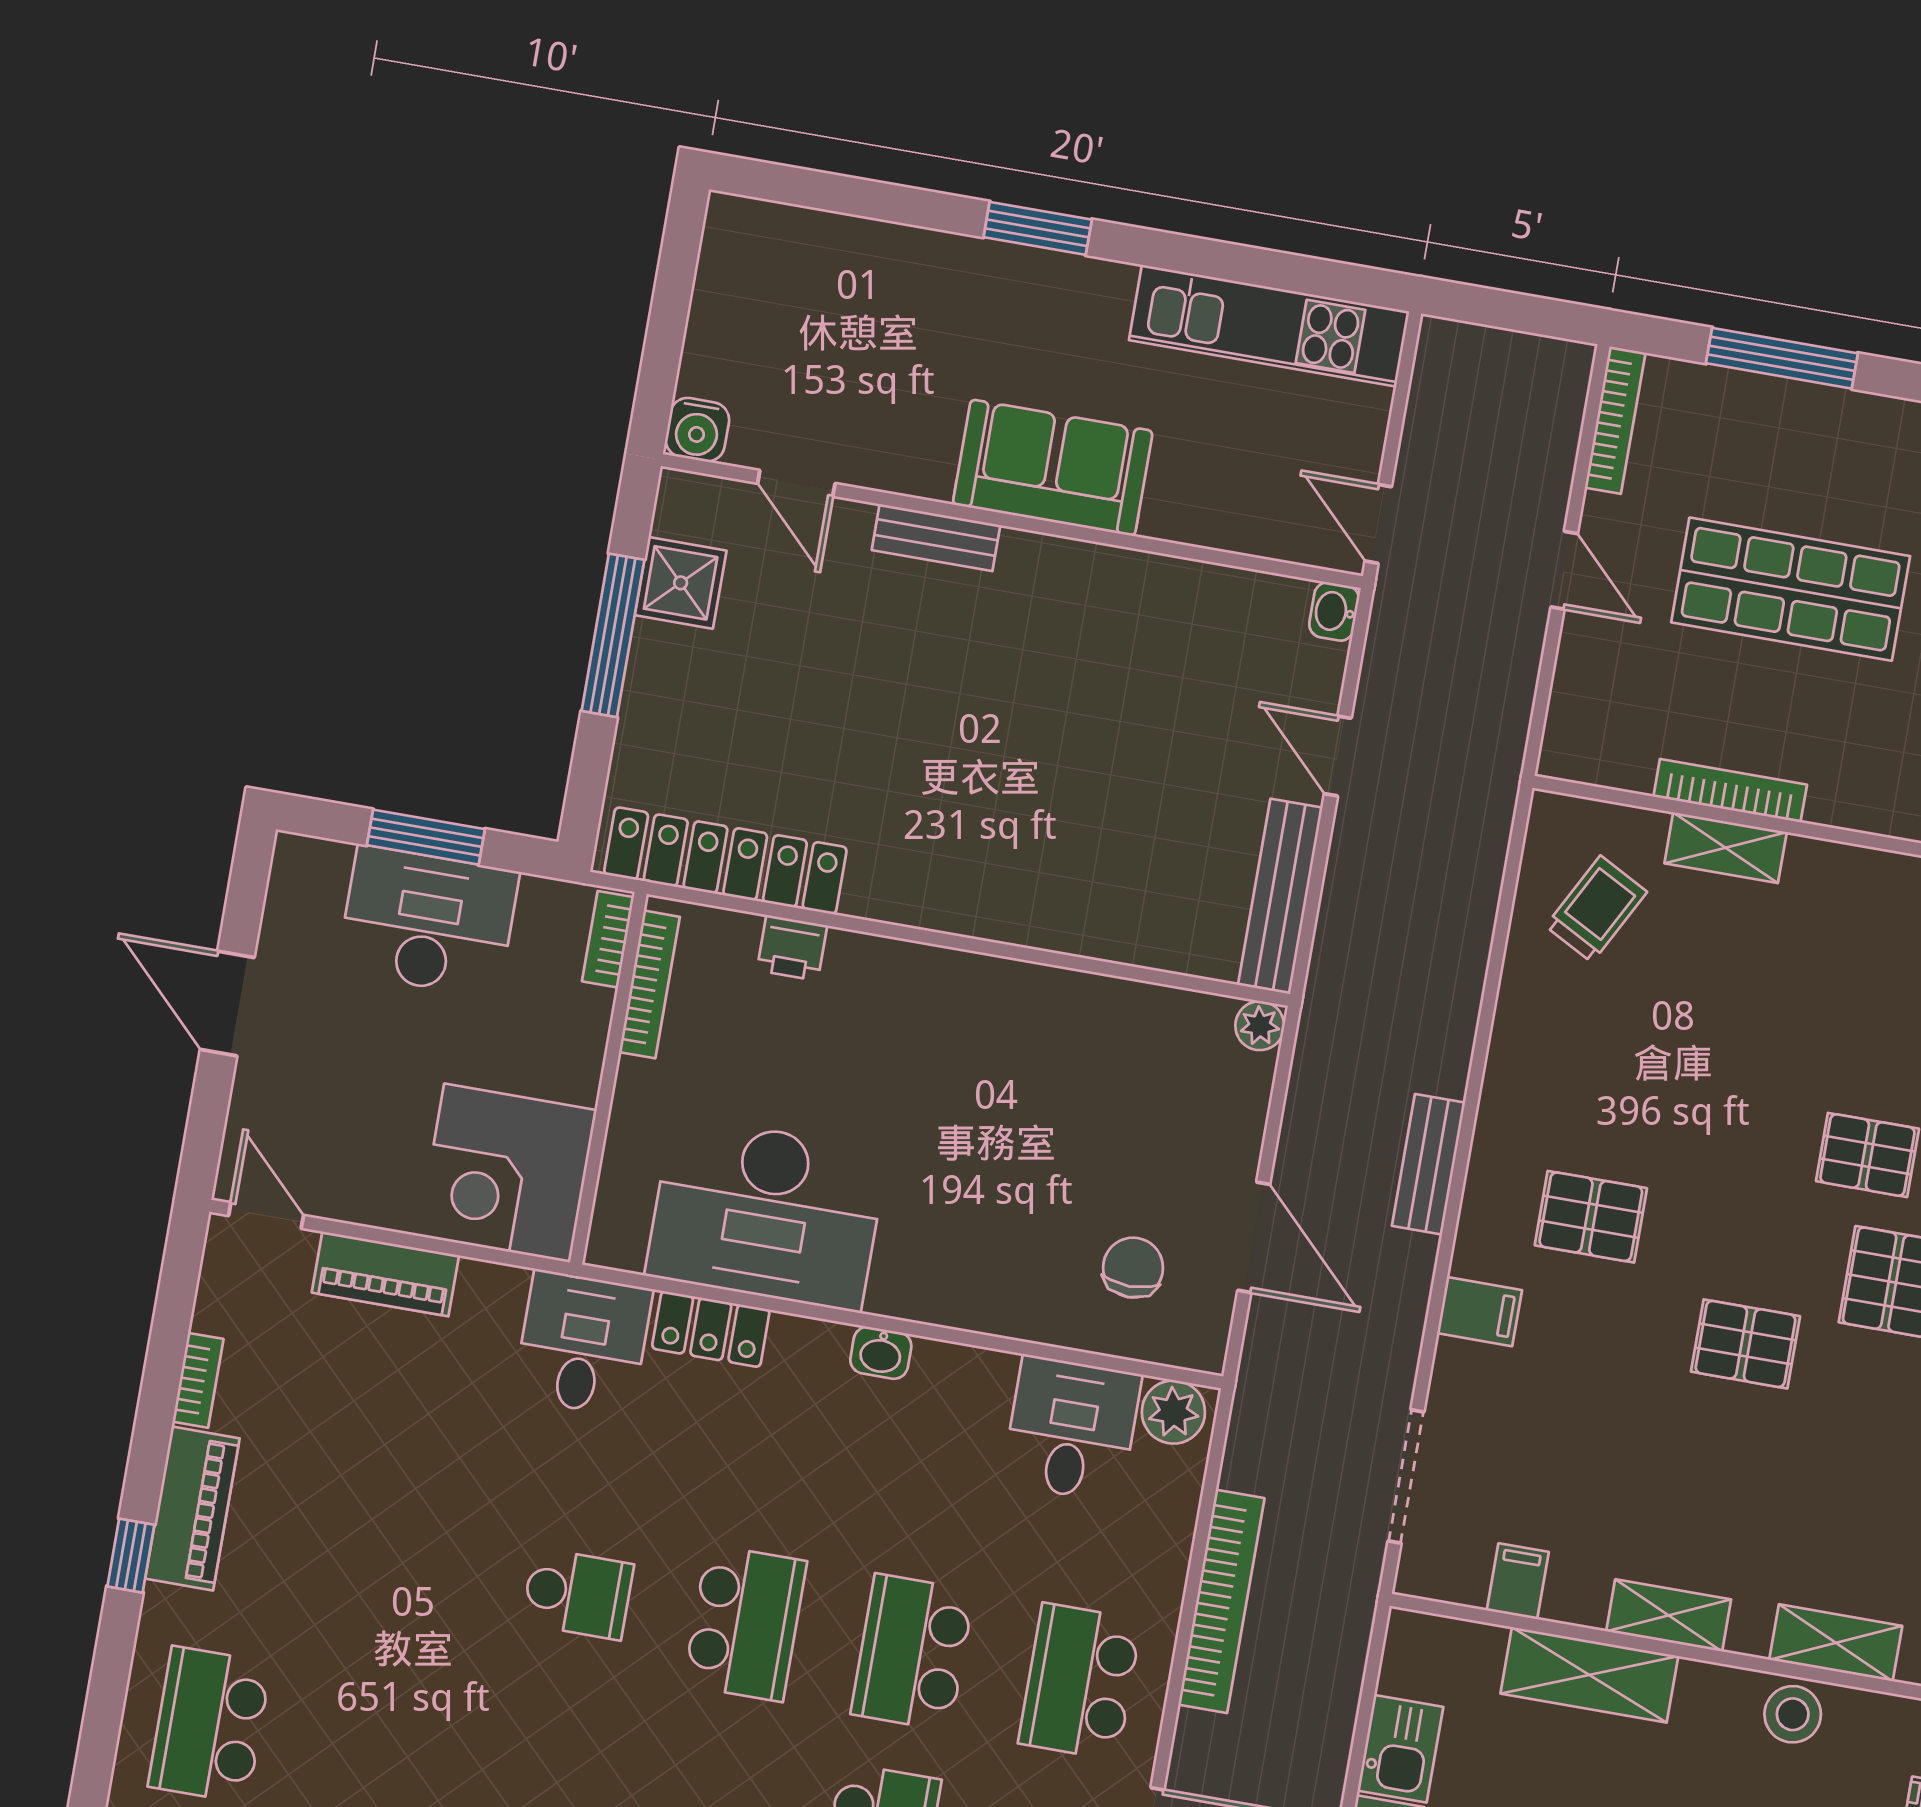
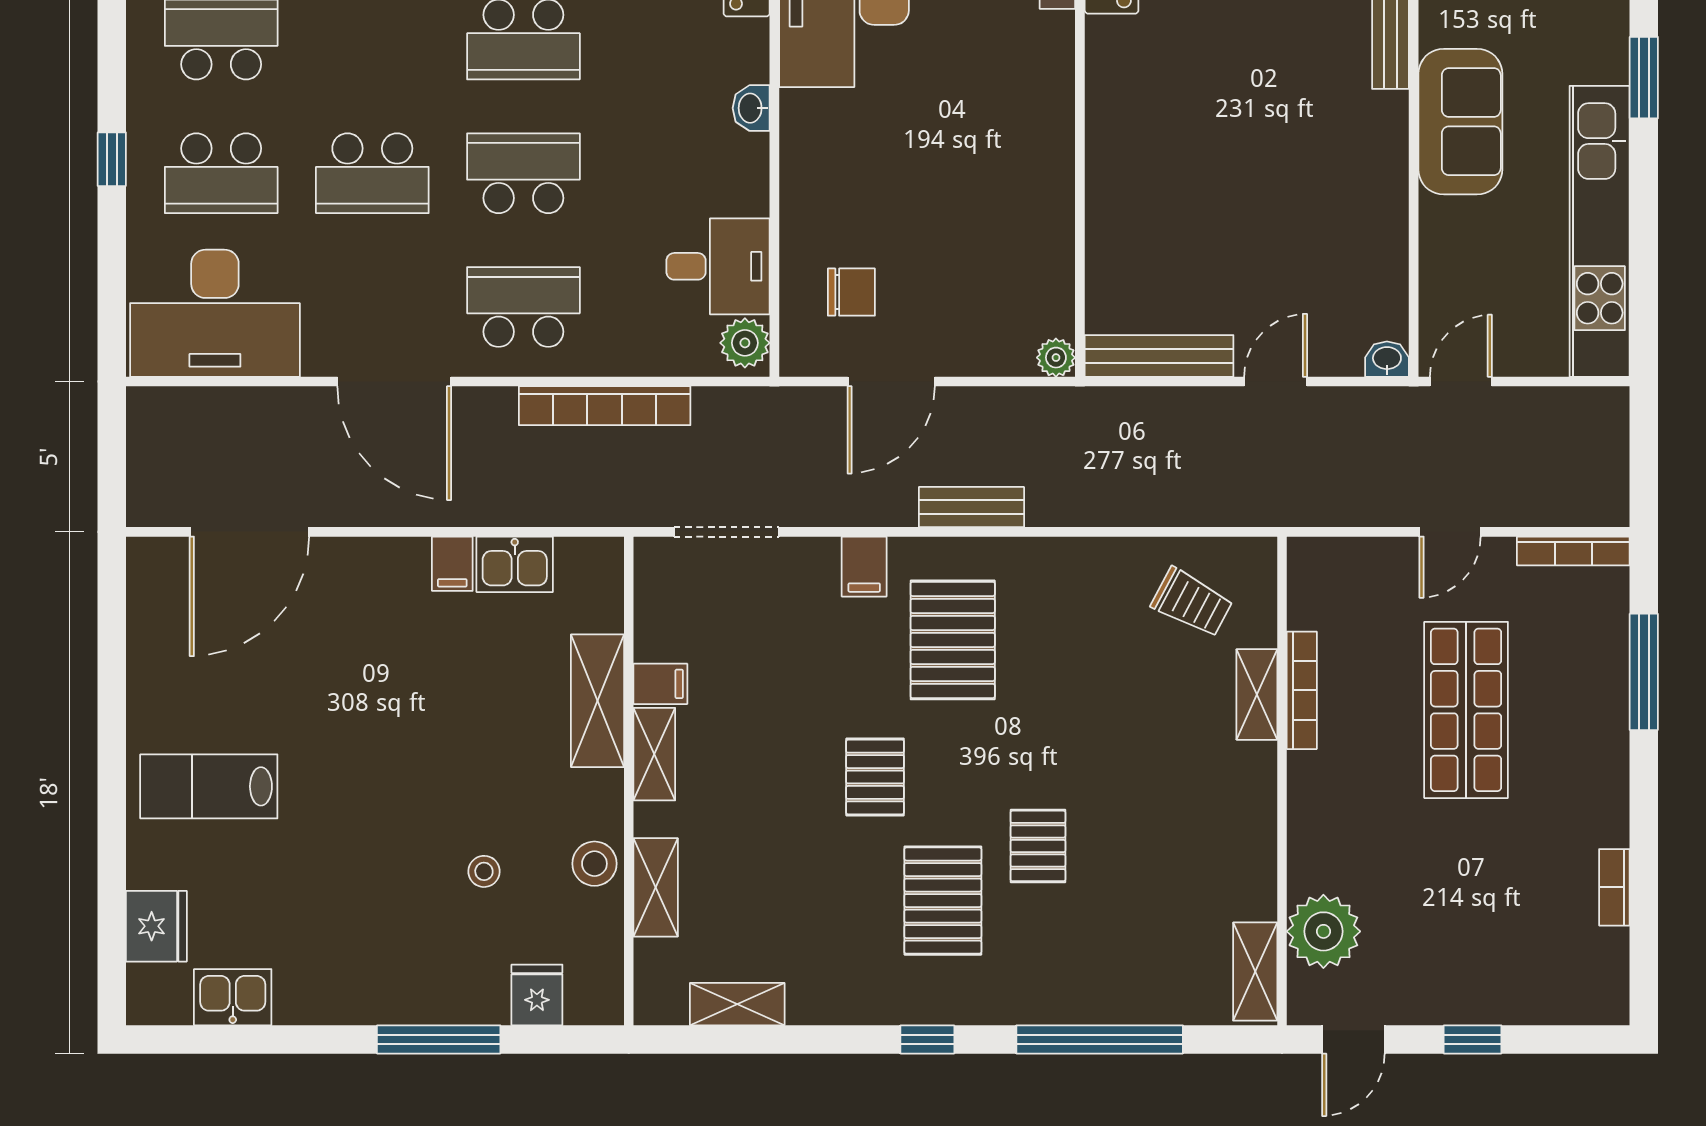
kitchen unit: (1269, 326) -> (1600, 231), width x1.36
pallet: (1591, 1217) -> (953, 640), width x1.50, depth x1.42
filing cabinet: (1518, 1581) -> (660, 684), moved

